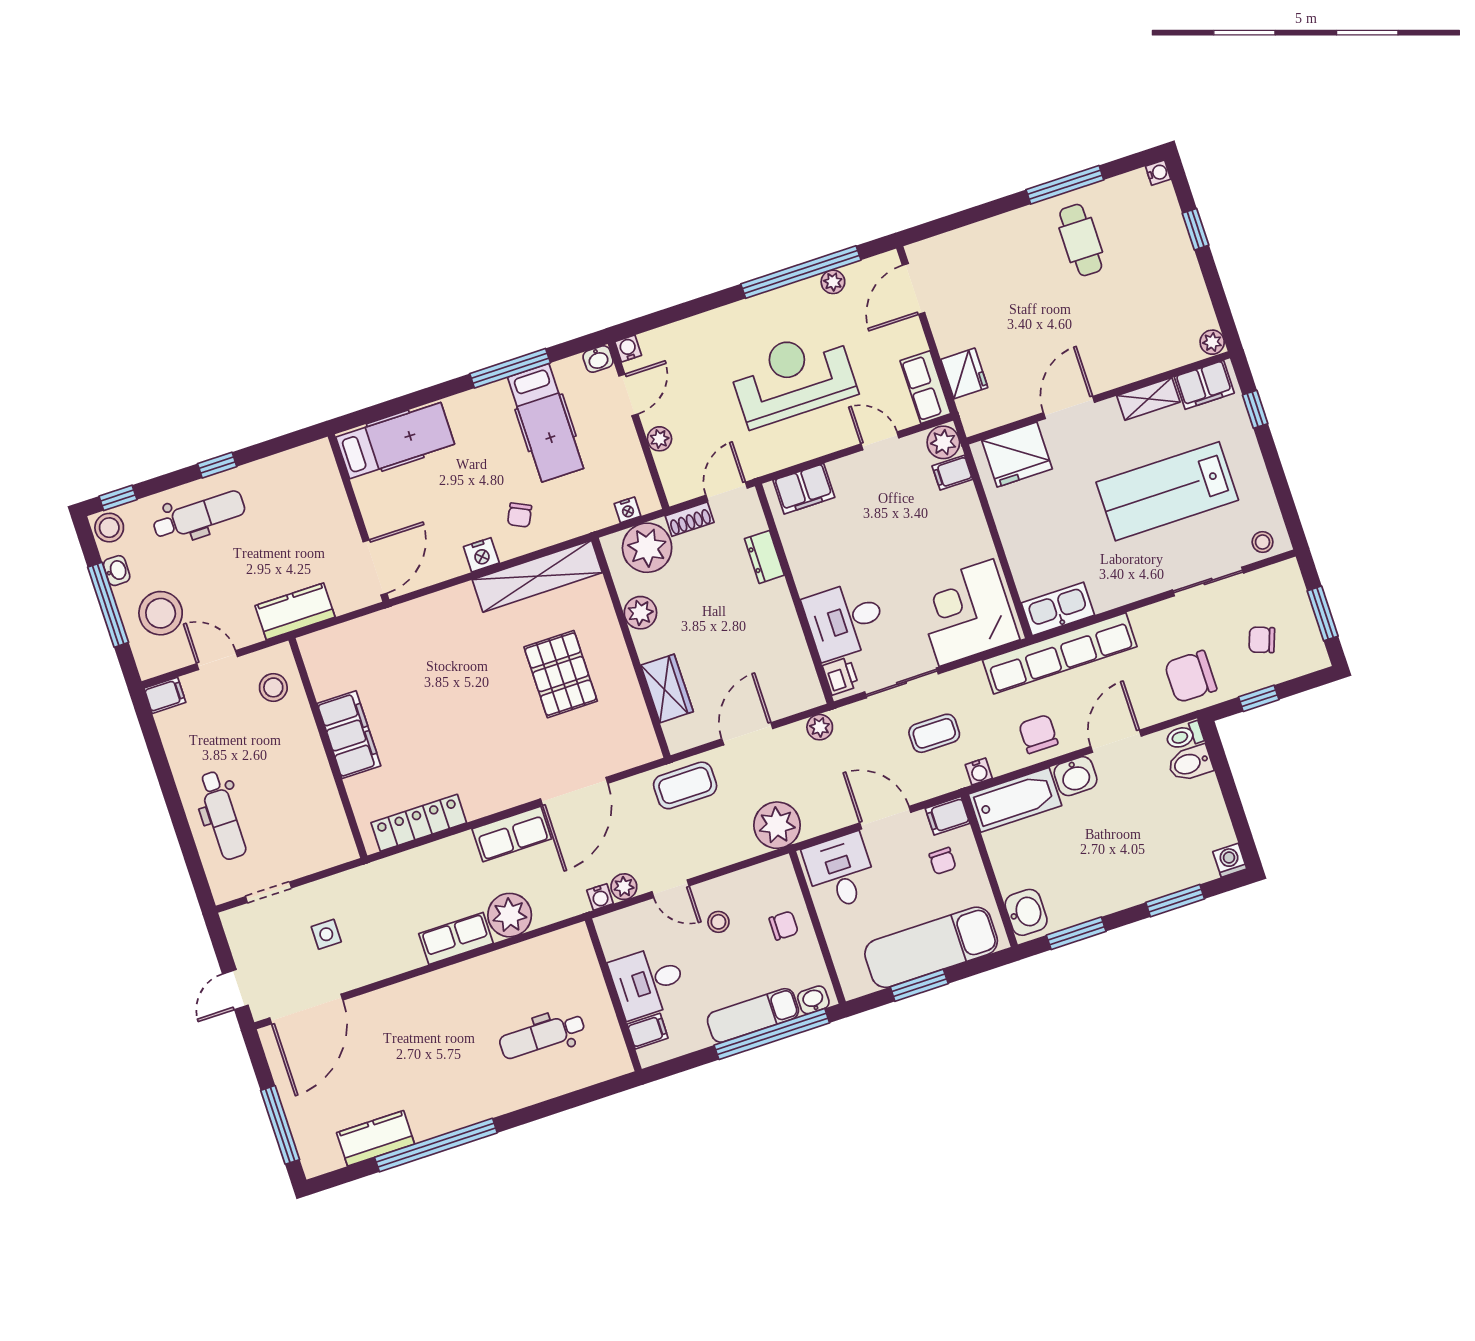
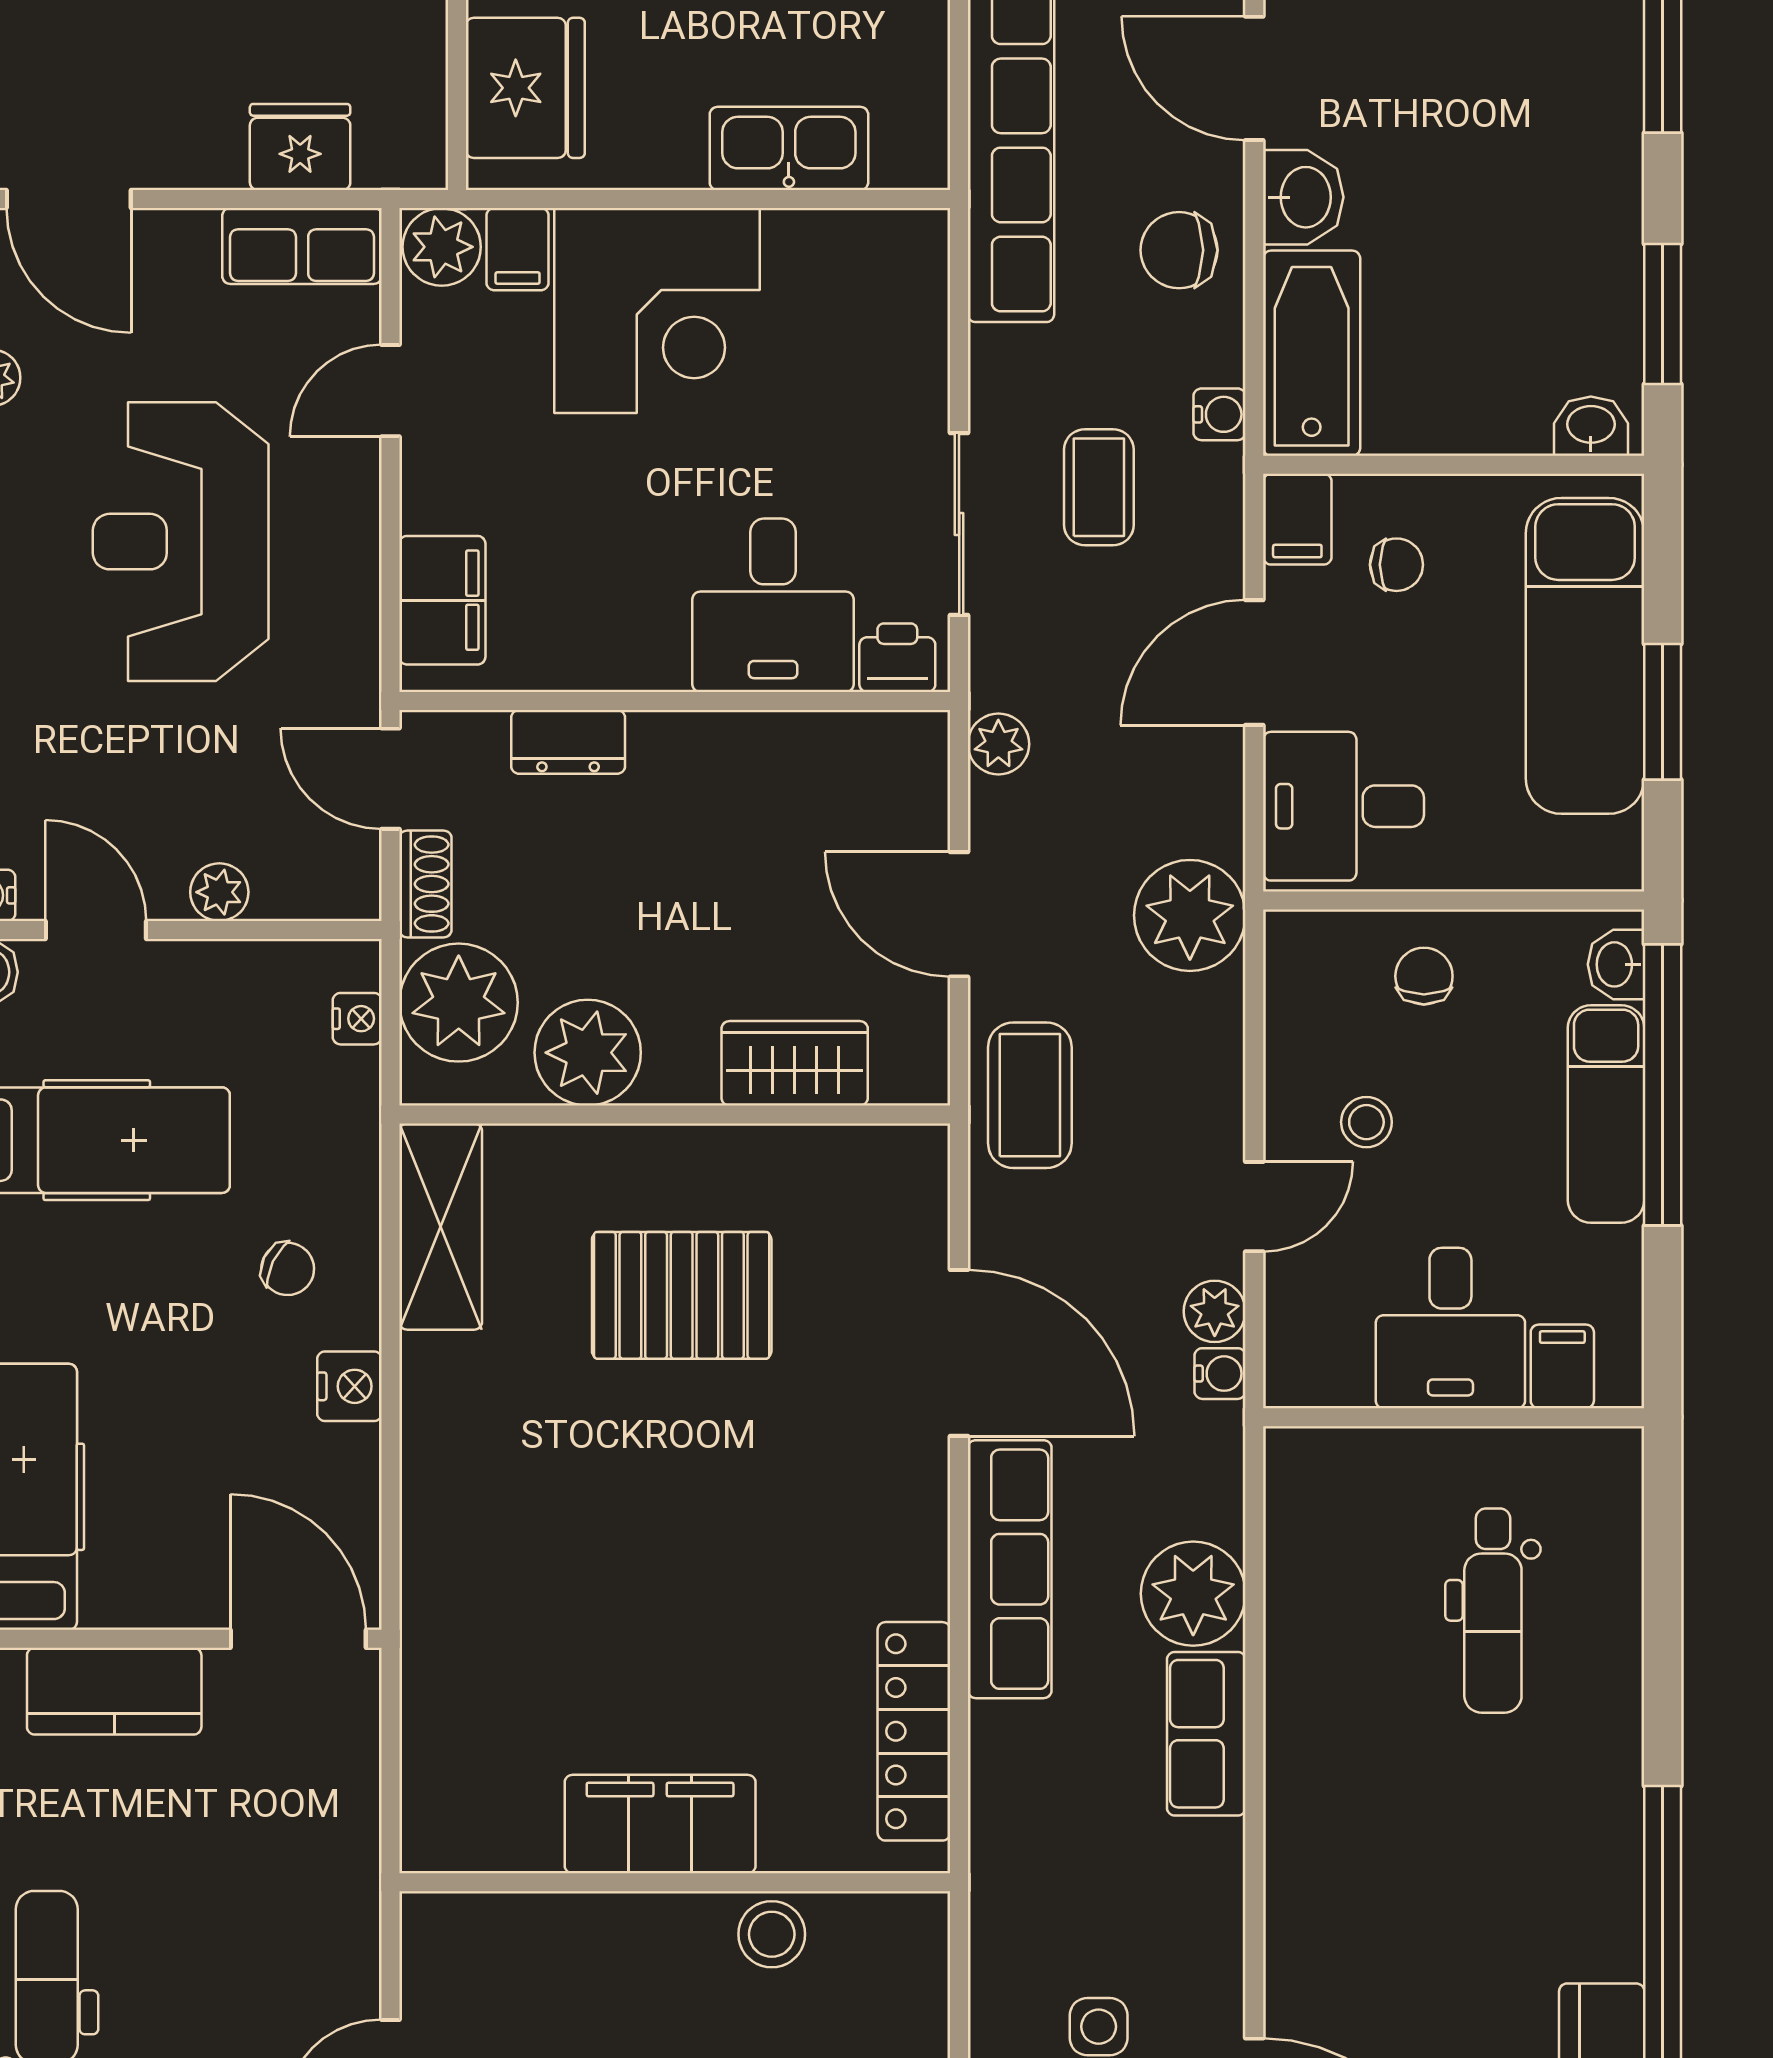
shelving: (537, 576) -> (441, 1227), width x0.68
kitchen sink: (1058, 609) -> (789, 148), moved, turned 90
kitchen counter: (295, 611) -> (114, 1691), moved, turned -90
plant: (640, 613) -> (588, 1053), width x1.36, depth x1.36
corner desk: (966, 613) -> (657, 311), moved, turned -90
stool: (273, 687) -> (772, 1934), moved
row of seats: (512, 834) -> (1010, 1569), width x1.48
washbasin: (1026, 912) -> (1591, 426), width x0.72, depth x0.69

